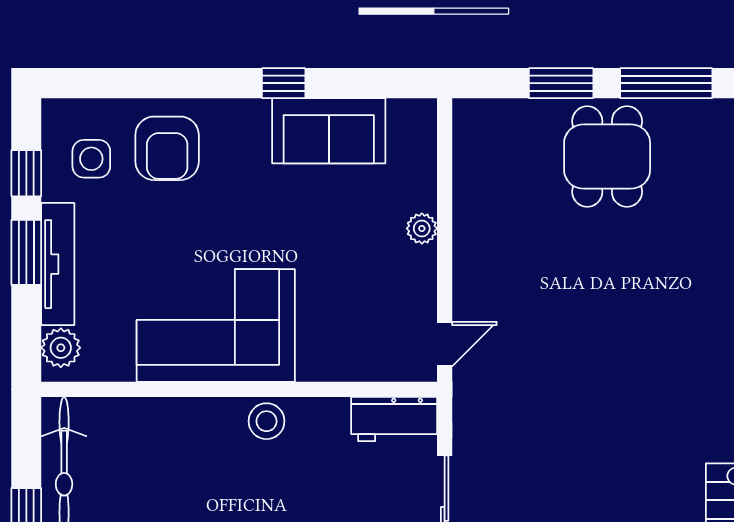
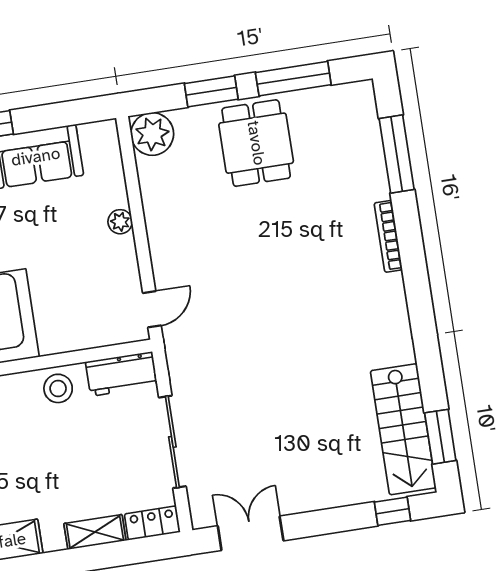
plant: (479, 125) -> (152, 134), added
stool: (267, 421) -> (58, 388), moved

